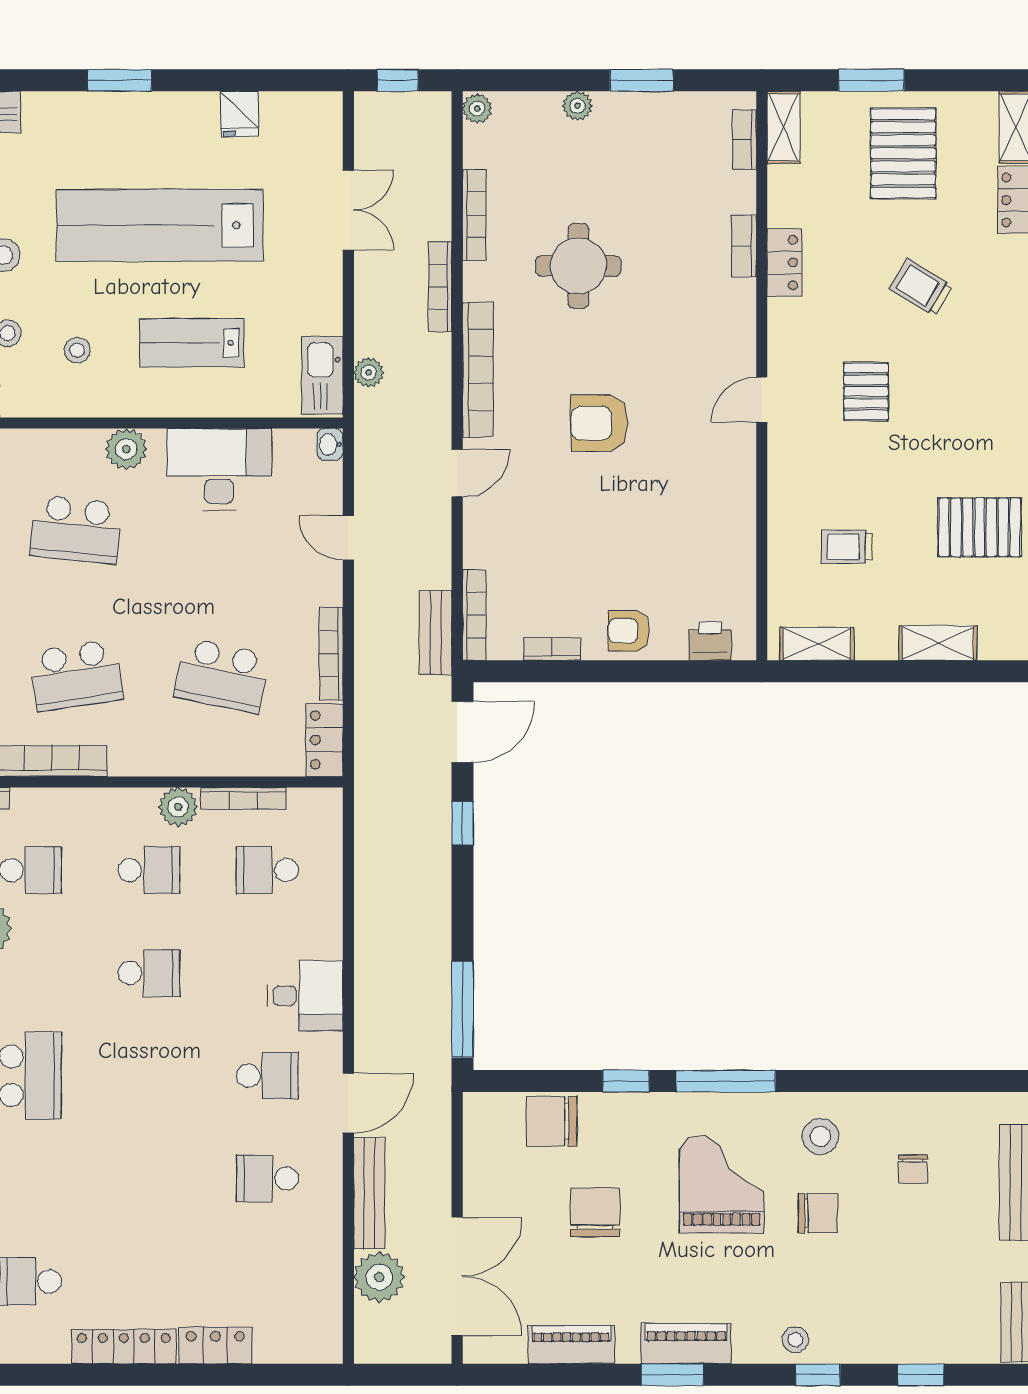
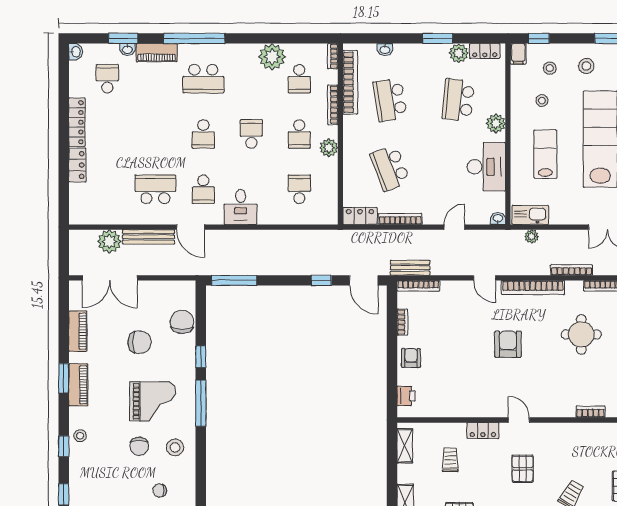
locker: (784, 263) -> (483, 431), moved
pallet: (866, 392) -> (523, 469), turned 90
school desk: (222, 675) -> (390, 168), turned -33
bookcase: (243, 798) -> (333, 105), moved
school desk: (149, 973) -> (251, 134), turned 180
school desk: (149, 1076) -> (203, 134), added
school desk: (267, 1178) -> (155, 189), width x1.85

